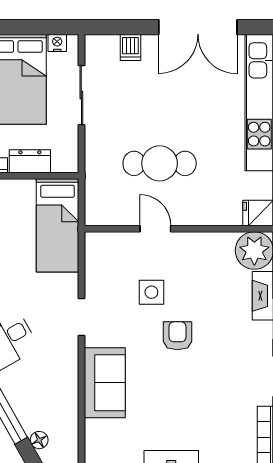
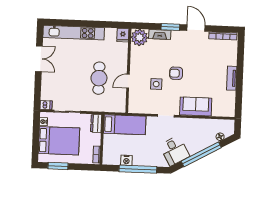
double door: (198, 27) -> (39, 59), width x0.73
dishwasher: (130, 47) -> (46, 105), moved
dresser: (30, 161) -> (96, 123), moved

